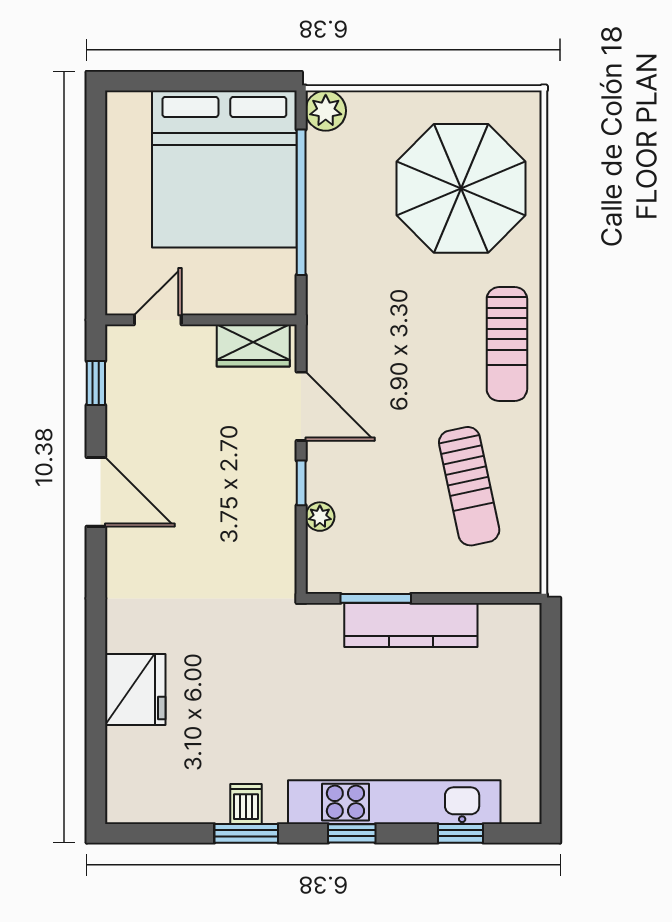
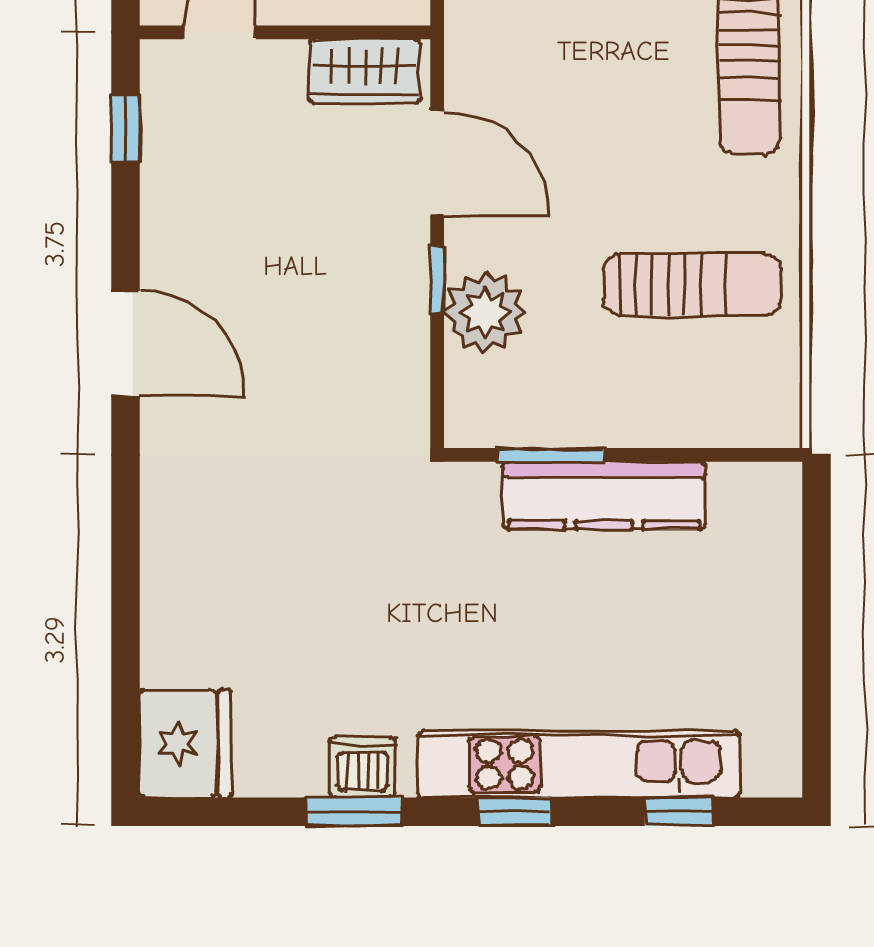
sun lounger: (469, 486) -> (692, 285), turned -78
door: (96, 492) -> (126, 344), moved
plant: (320, 517) -> (485, 312), width x1.88, depth x1.88
fridge: (135, 689) -> (186, 743), moved
dishwasher: (246, 804) -> (363, 767), width x1.38

